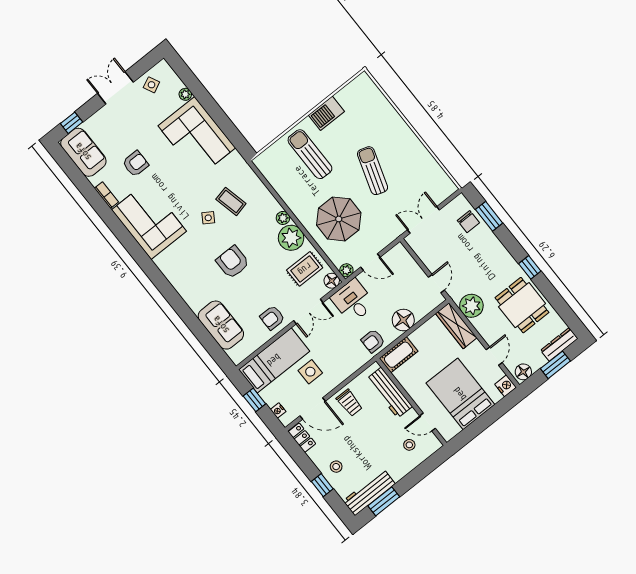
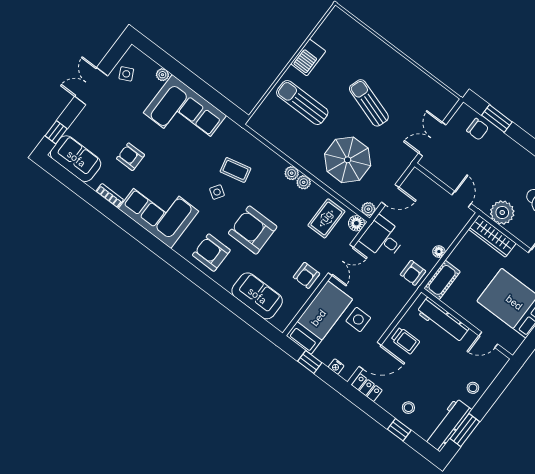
armchair: (135, 164) -> (131, 157), turned -90
plant: (291, 238) -> (304, 182), width x0.53, depth x0.53
armchair: (233, 262) -> (253, 230), width x1.36, depth x1.36
armchair: (188, 273) -> (211, 253), added
floor lamp: (403, 320) -> (439, 252), width x0.53, depth x0.53
stool: (409, 445) -> (473, 388), moved

